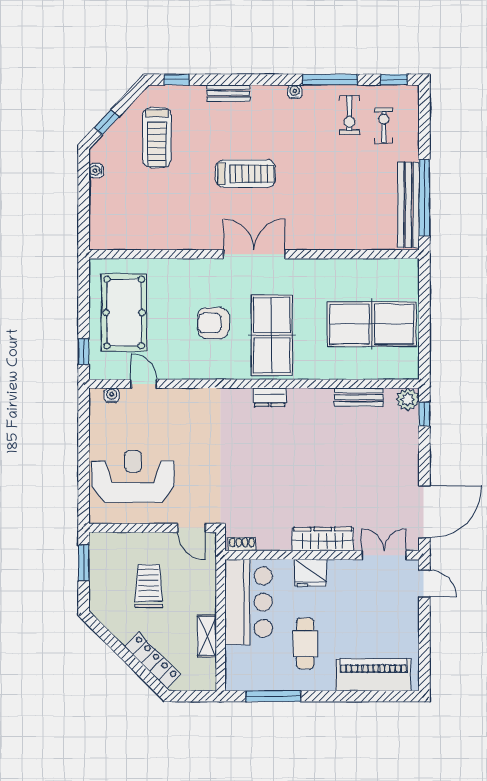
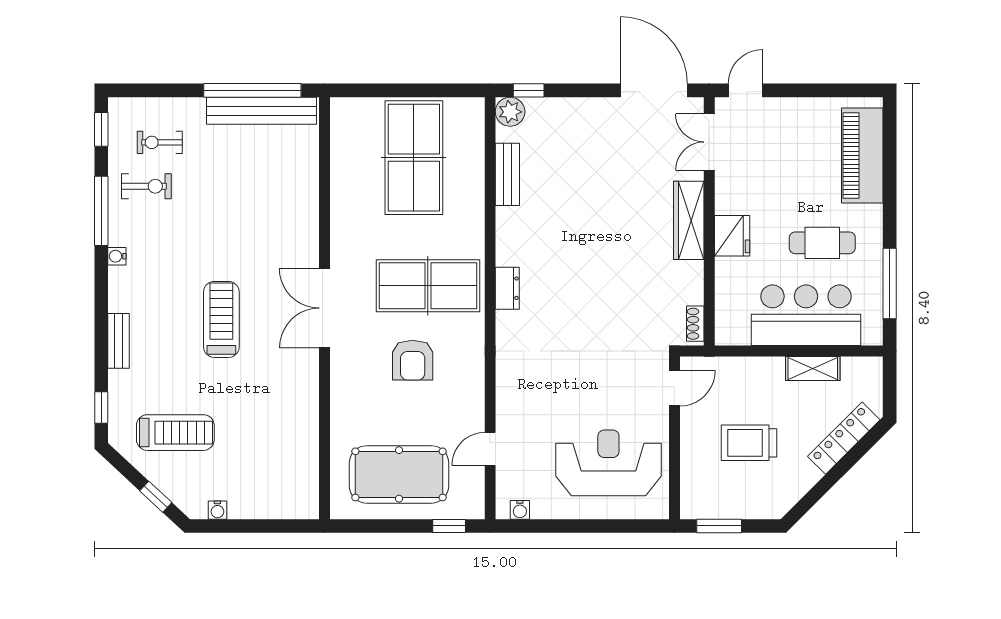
water cooler: (112, 395) -> (520, 510), moved, turned -90
reception desk: (133, 476) -> (608, 463), turned 90
bar counter: (249, 602) -> (806, 315), moved

